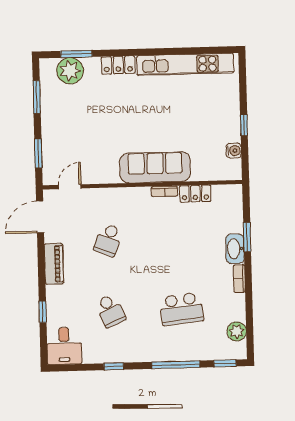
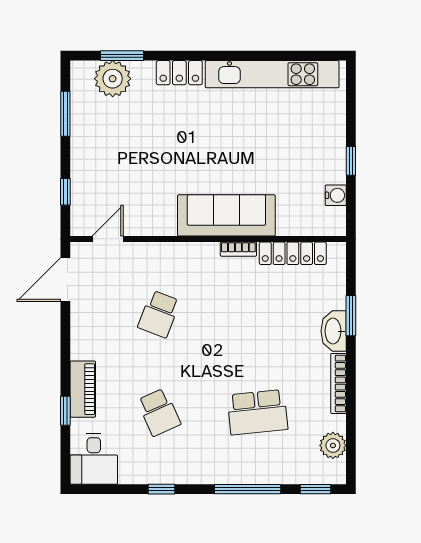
window: (38, 153) -> (65, 192), width x0.67
locker: (195, 194) -> (293, 253), width x1.53
piano: (54, 264) -> (83, 389), moved
bookcase: (239, 279) -> (338, 383), width x1.56

